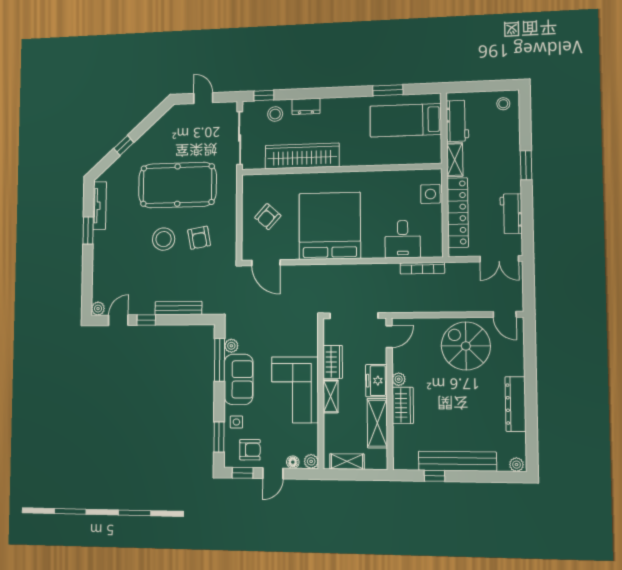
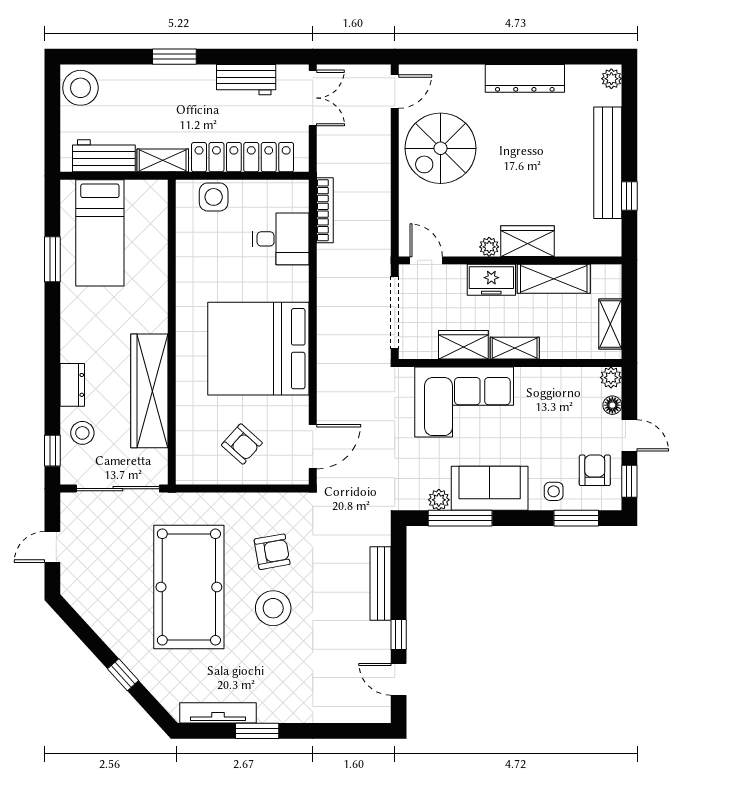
stool: (503, 104) -> (80, 88), width x1.89, depth x1.89
plant: (98, 309) -> (380, 712), removed
corner sofa: (295, 390) -> (464, 402), moved

